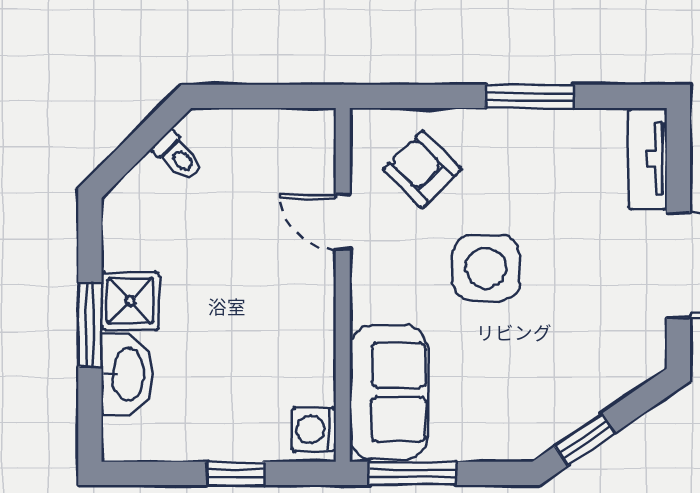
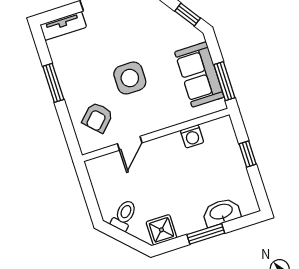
toilet: (178, 156) -> (124, 215), width x1.37, depth x1.39
shower: (130, 301) -> (161, 230), moved
sofa: (388, 392) -> (199, 75), moved, turned -90
washing machine: (314, 429) -> (192, 136), moved

